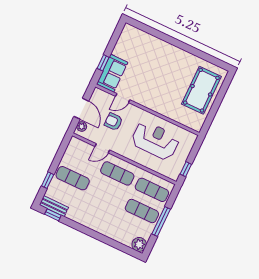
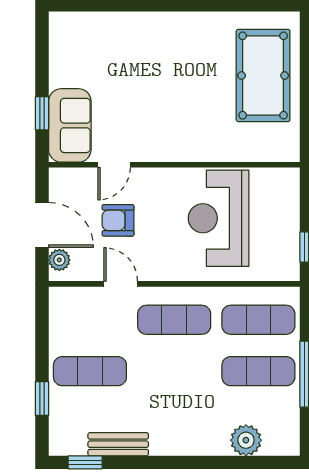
reception desk: (155, 140) -> (219, 218), turned -90
door: (102, 148) -> (121, 284), swing flipped
bench: (54, 206) -> (118, 444), moved
plant: (139, 244) -> (246, 440), moved

